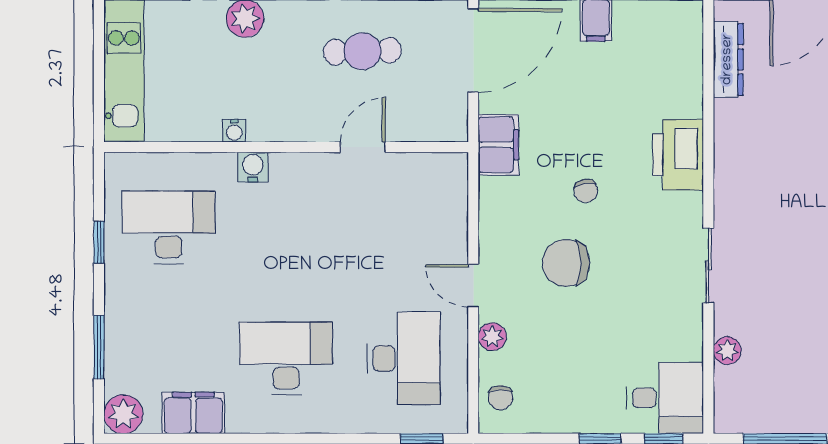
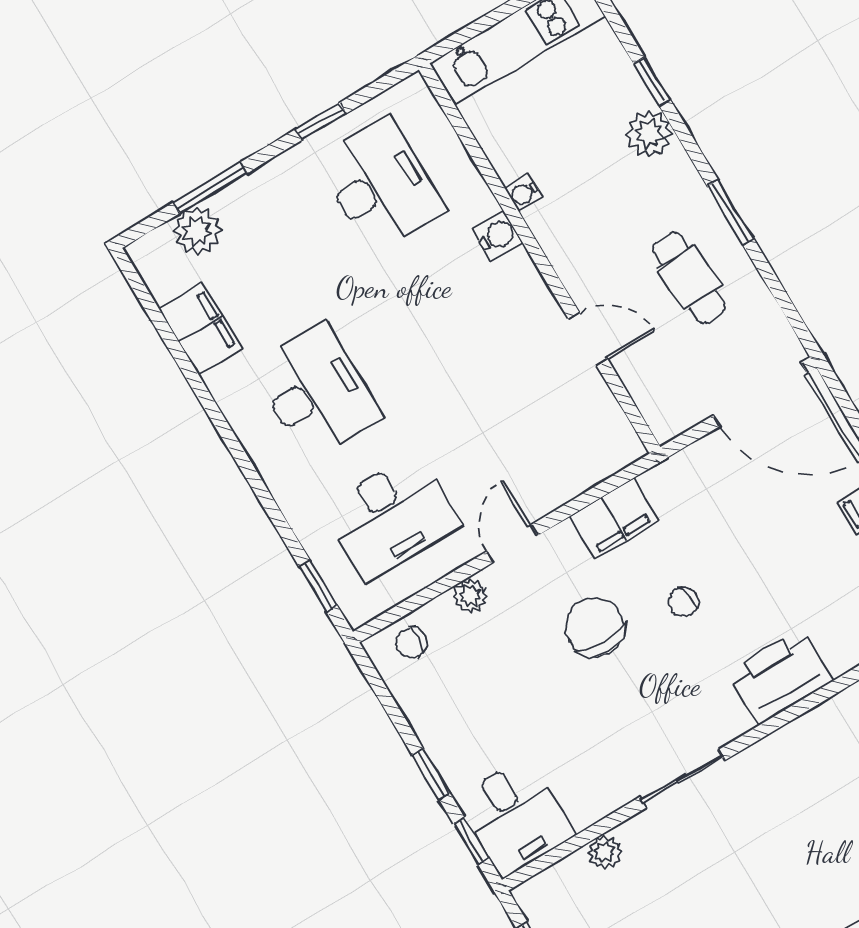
filing cabinet: (499, 145) -> (614, 518), moved
plant: (123, 414) -> (197, 231), moved

